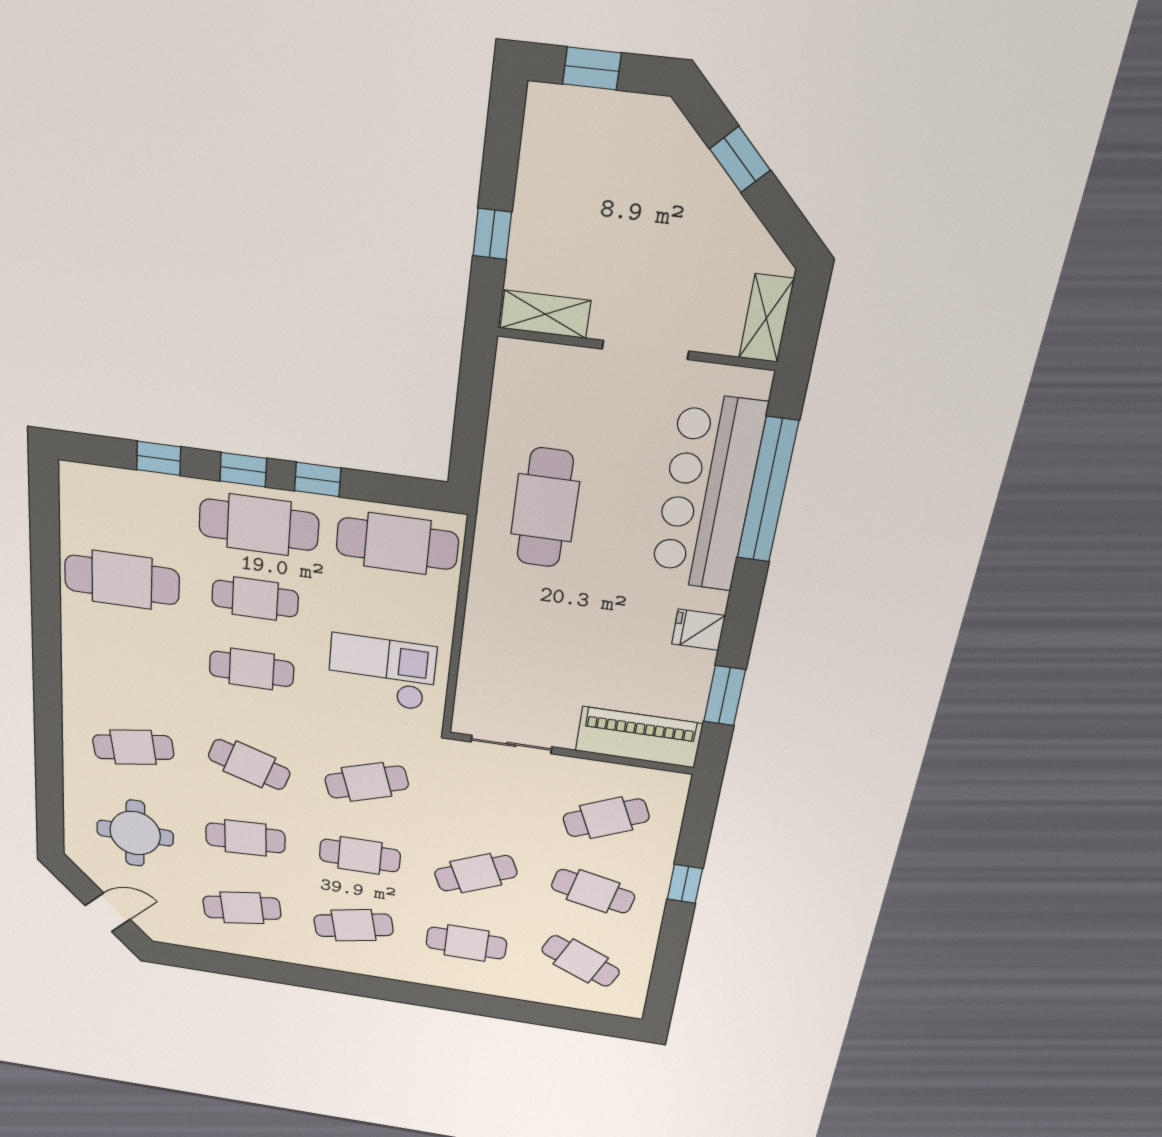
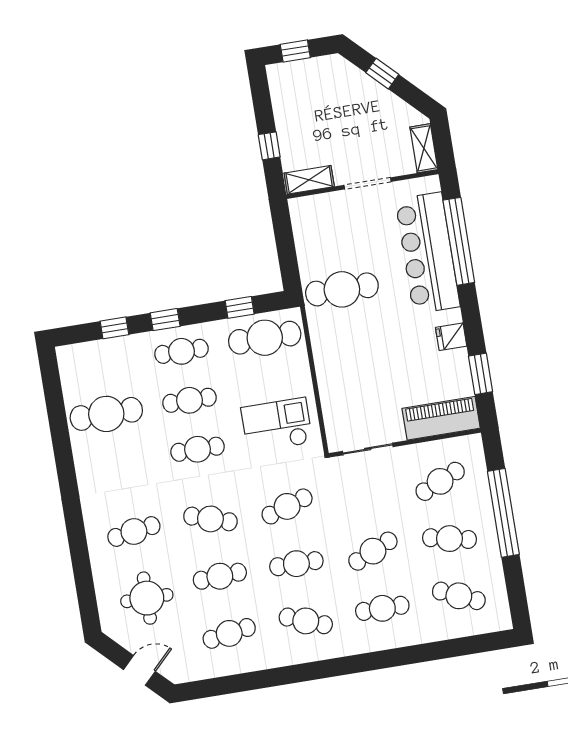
window: (318, 480) -> (240, 307), moved
cafe table: (545, 508) -> (342, 289), turned 90
cafe table: (259, 525) -> (181, 351), width x0.73, depth x0.74
window: (685, 884) -> (503, 513), width x3.17
cafe table: (353, 925) -> (306, 621), turned 33

